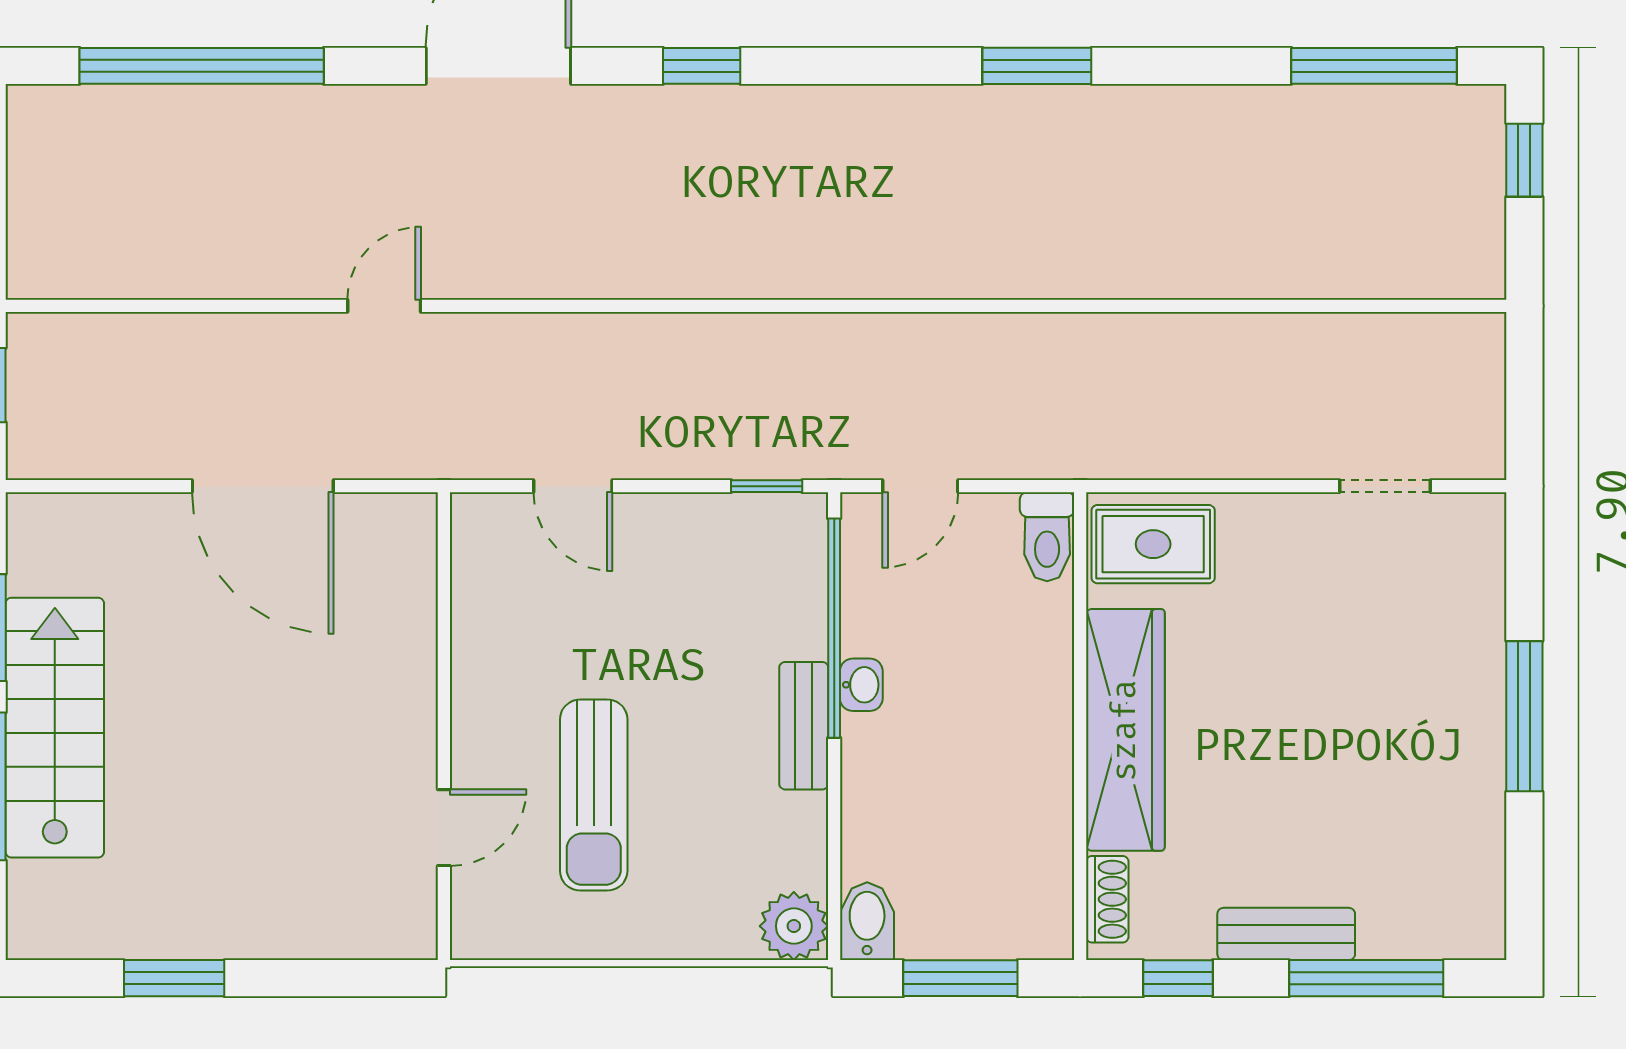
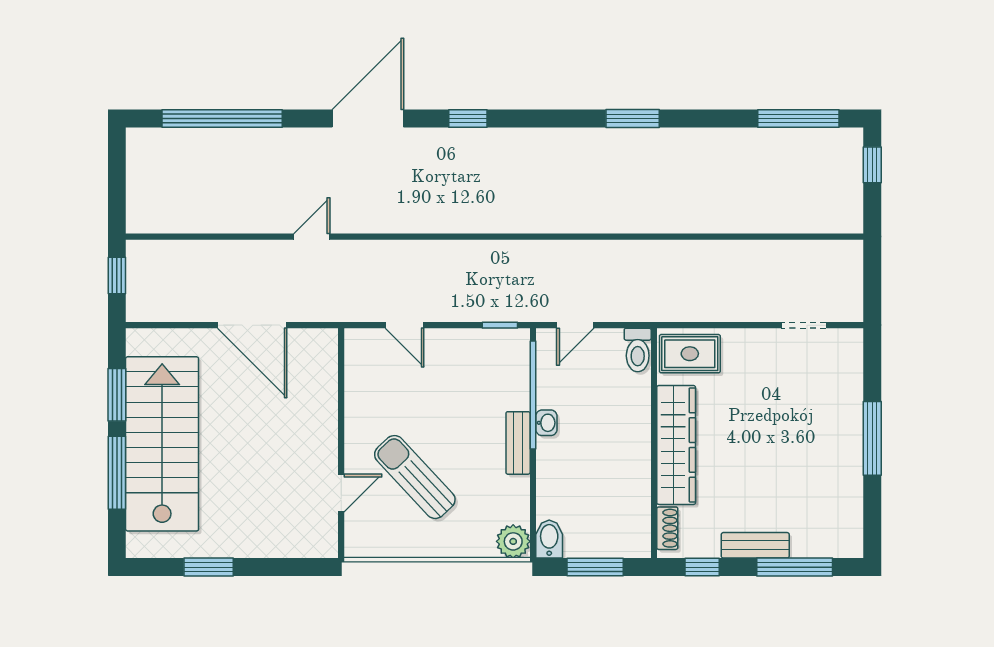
stairs: (55, 728) -> (162, 444), width x1.36, depth x1.51
sun lounger: (594, 795) -> (415, 477), turned 137

